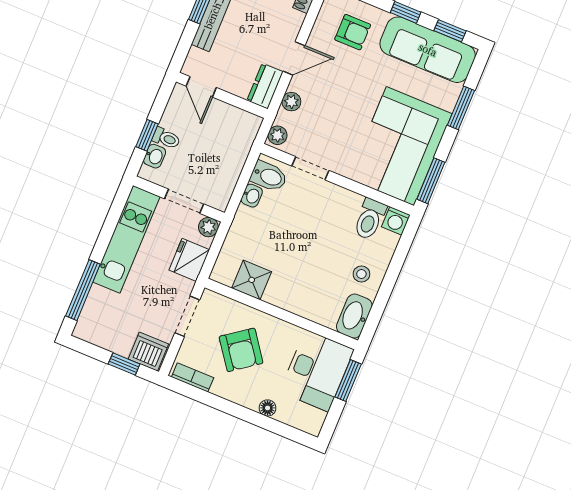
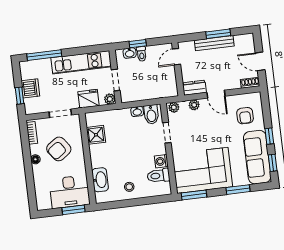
washing machine: (396, 221) -> (161, 161), moved
washbasin: (354, 316) -> (100, 180), moved, turned 90
dishwasher: (148, 352) -> (30, 88), moved
floor lamp: (268, 408) -> (35, 159), moved

